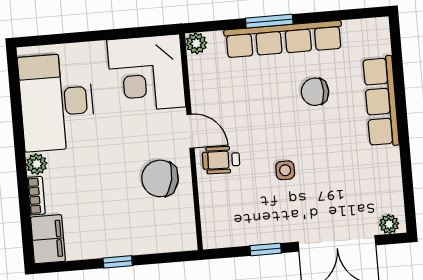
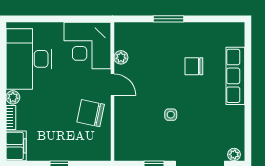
row of seats: (283, 39) -> (177, 31), removed
plant: (196, 43) -> (121, 57), moved
wheelchair: (221, 160) -> (131, 105), removed

